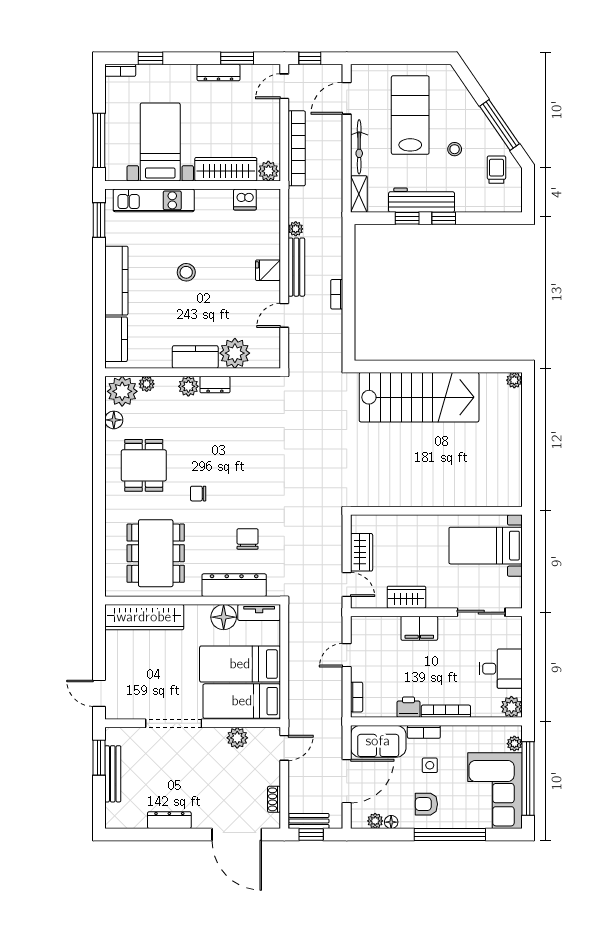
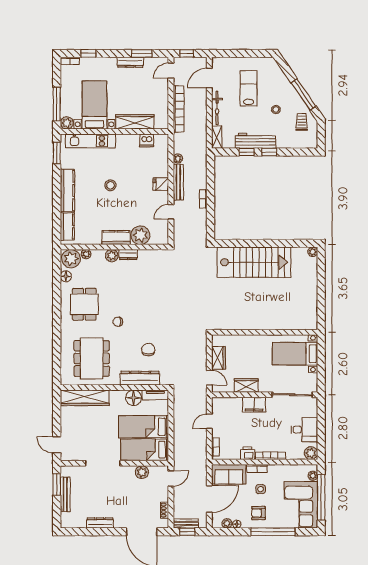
lab bench: (410, 115) -> (249, 88), width x0.73, depth x0.72
plant: (268, 171) -> (67, 123), moved
sliding door: (481, 612) -> (292, 395), width x1.37

